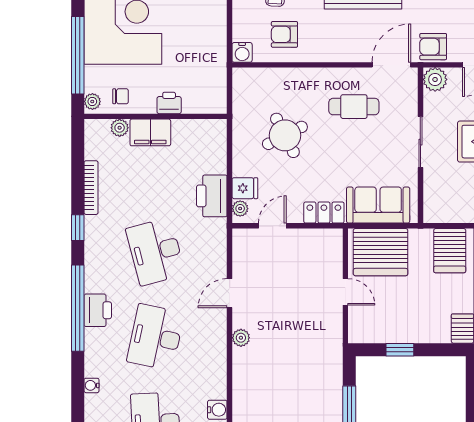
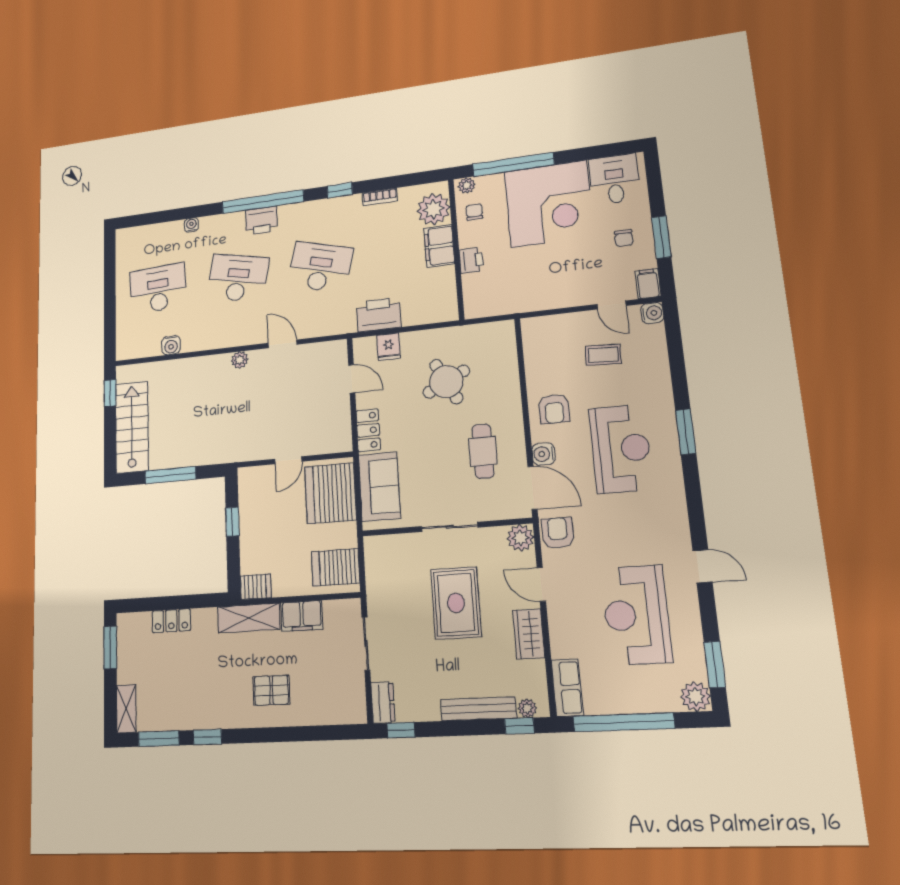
armchair: (284, 34) -> (554, 409), moved, turned 180
water cooler: (242, 52) -> (544, 454), moved
chair: (121, 96) -> (474, 212), turned 180
plant: (120, 128) -> (433, 209), width x1.87, depth x1.87
bookcase: (91, 188) -> (380, 197), width x0.64
plant: (240, 209) -> (367, 344), removed
desk: (156, 252) -> (320, 267), turned 30

